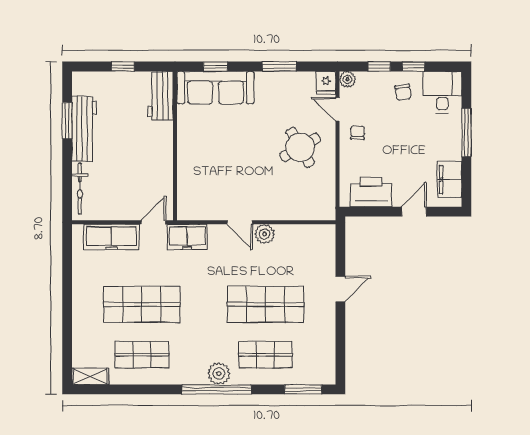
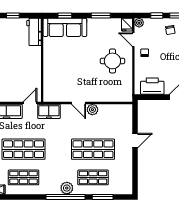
round table: (300, 147) -> (112, 61), turned 30
window: (303, 389) -> (103, 197), moved

